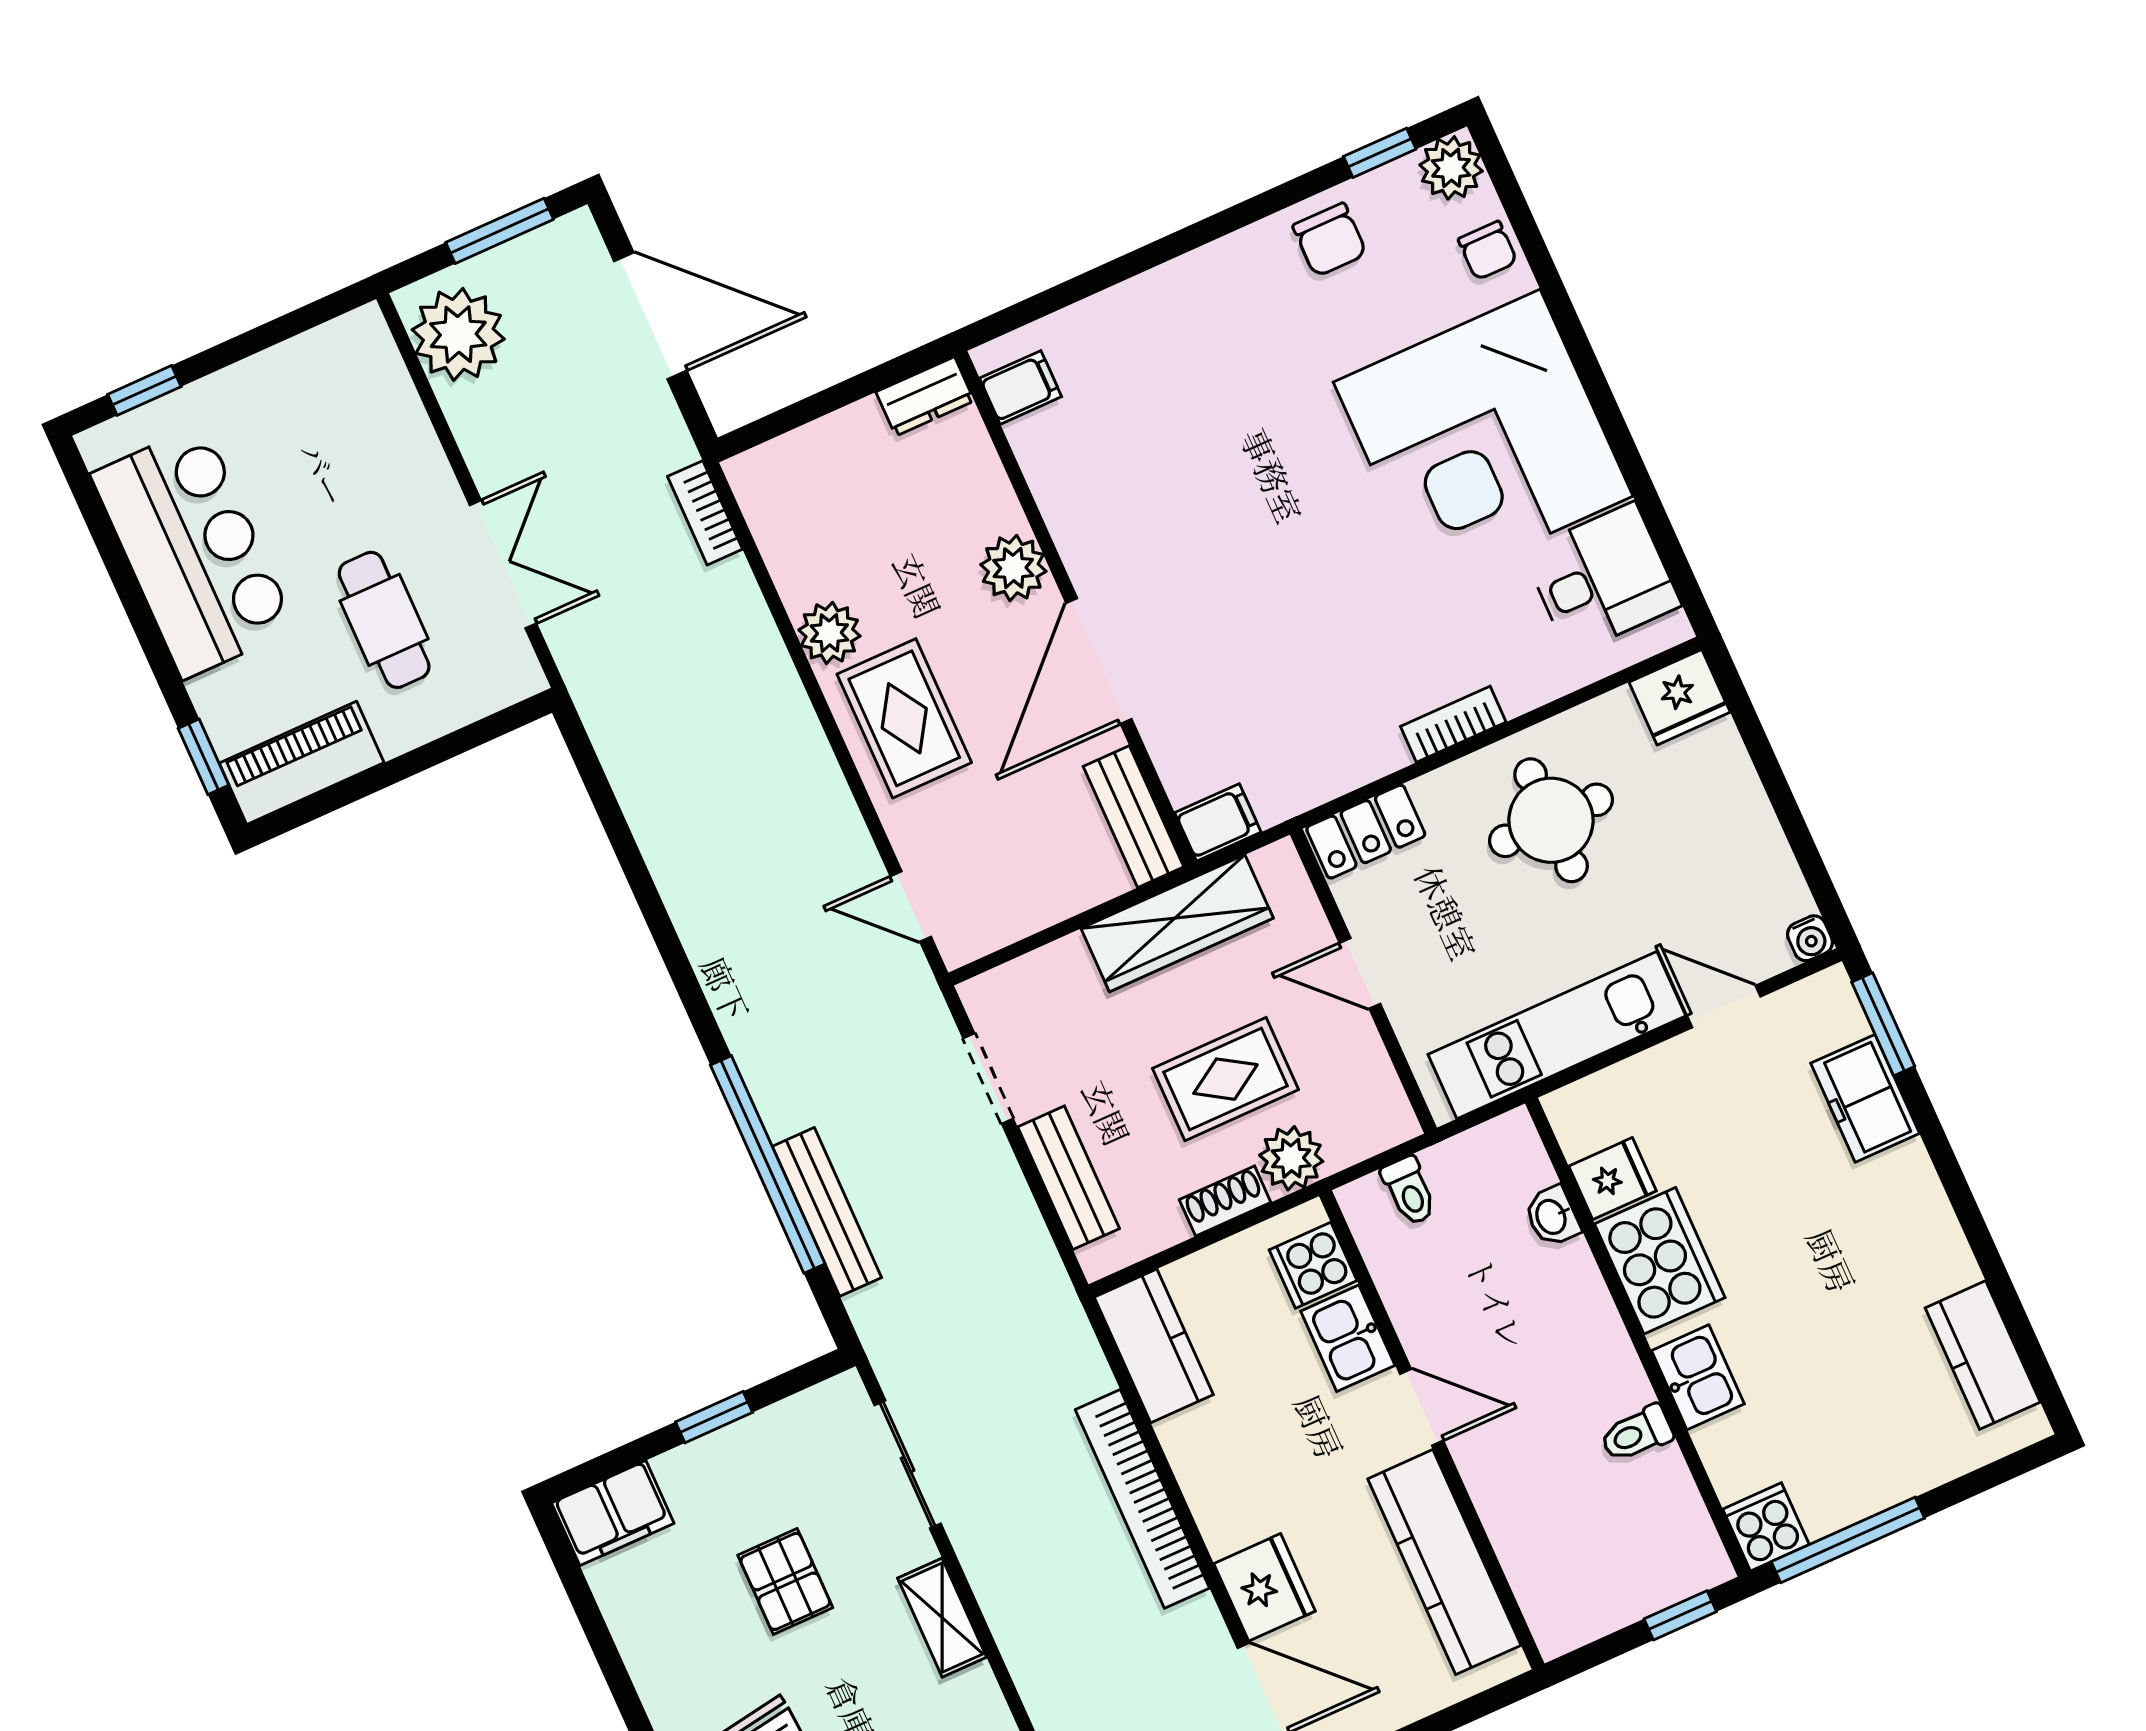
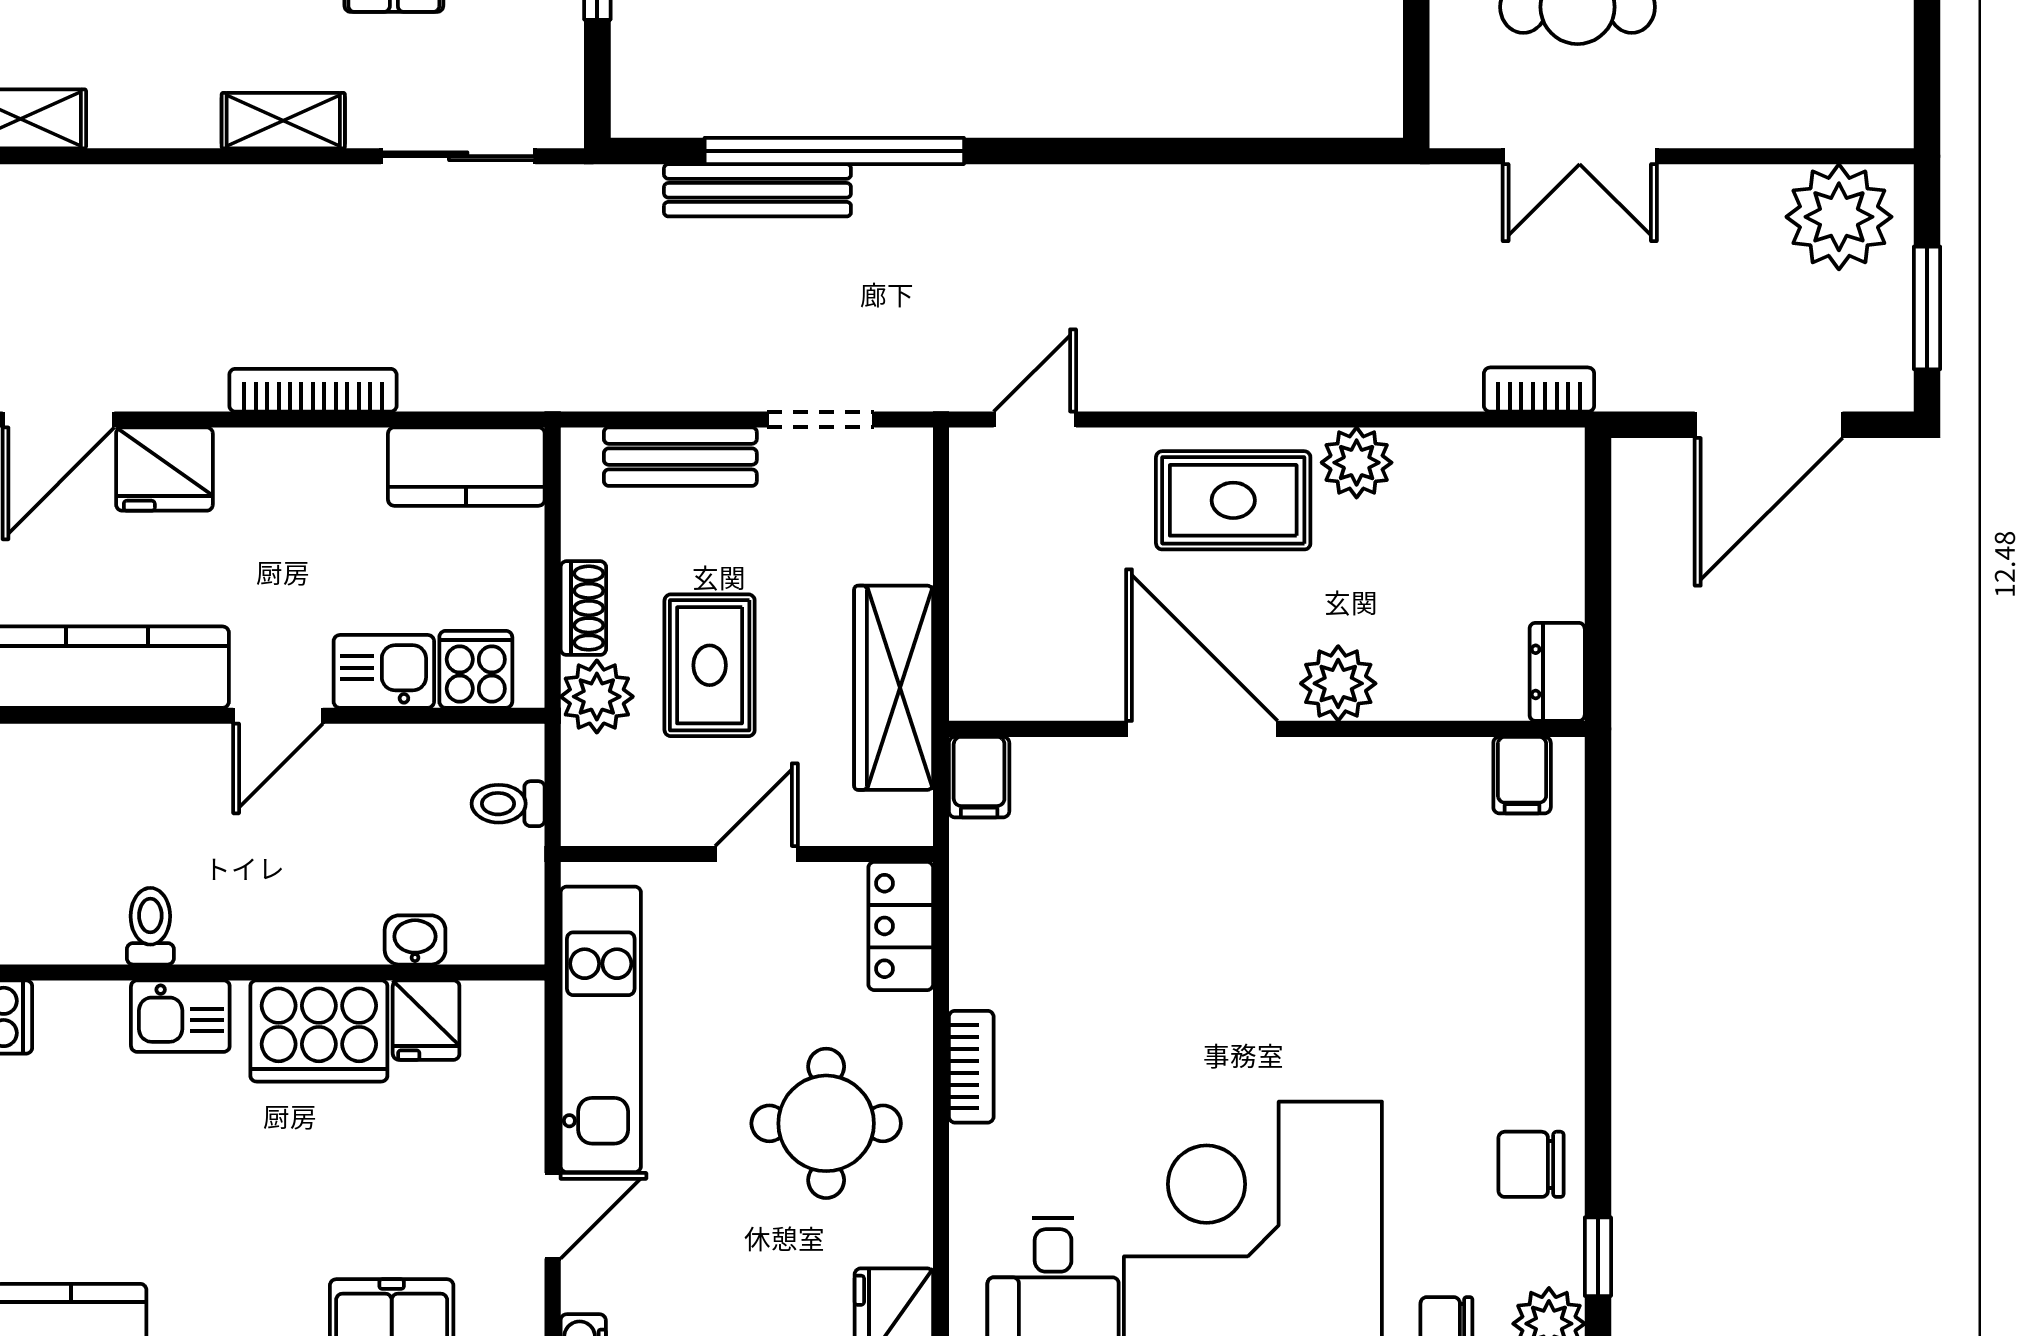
bench: (1133, 817) -> (1024, 692), removed
bookcase: (1142, 1499) -> (313, 390), width x0.68, depth x0.76

